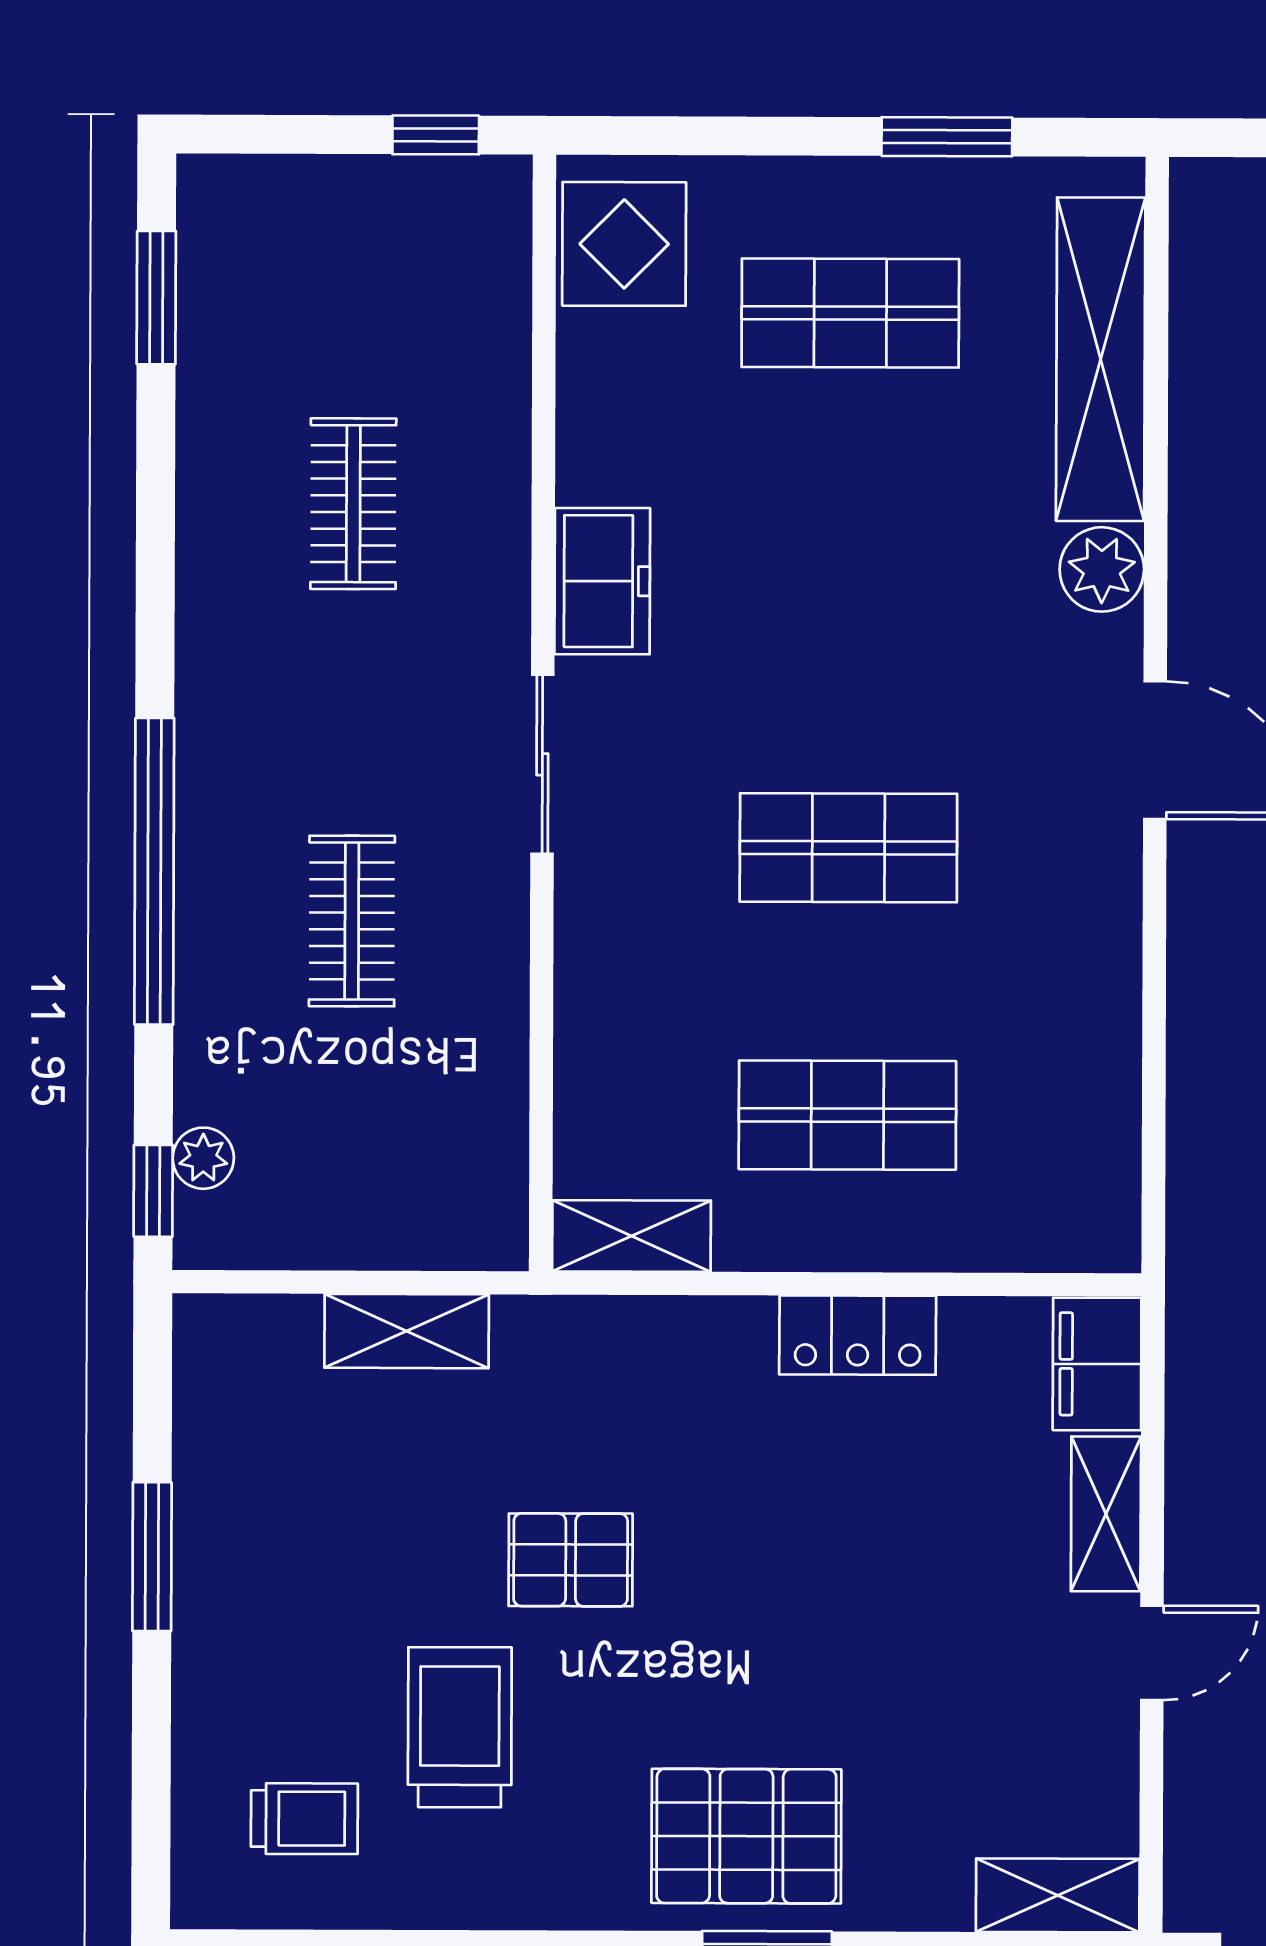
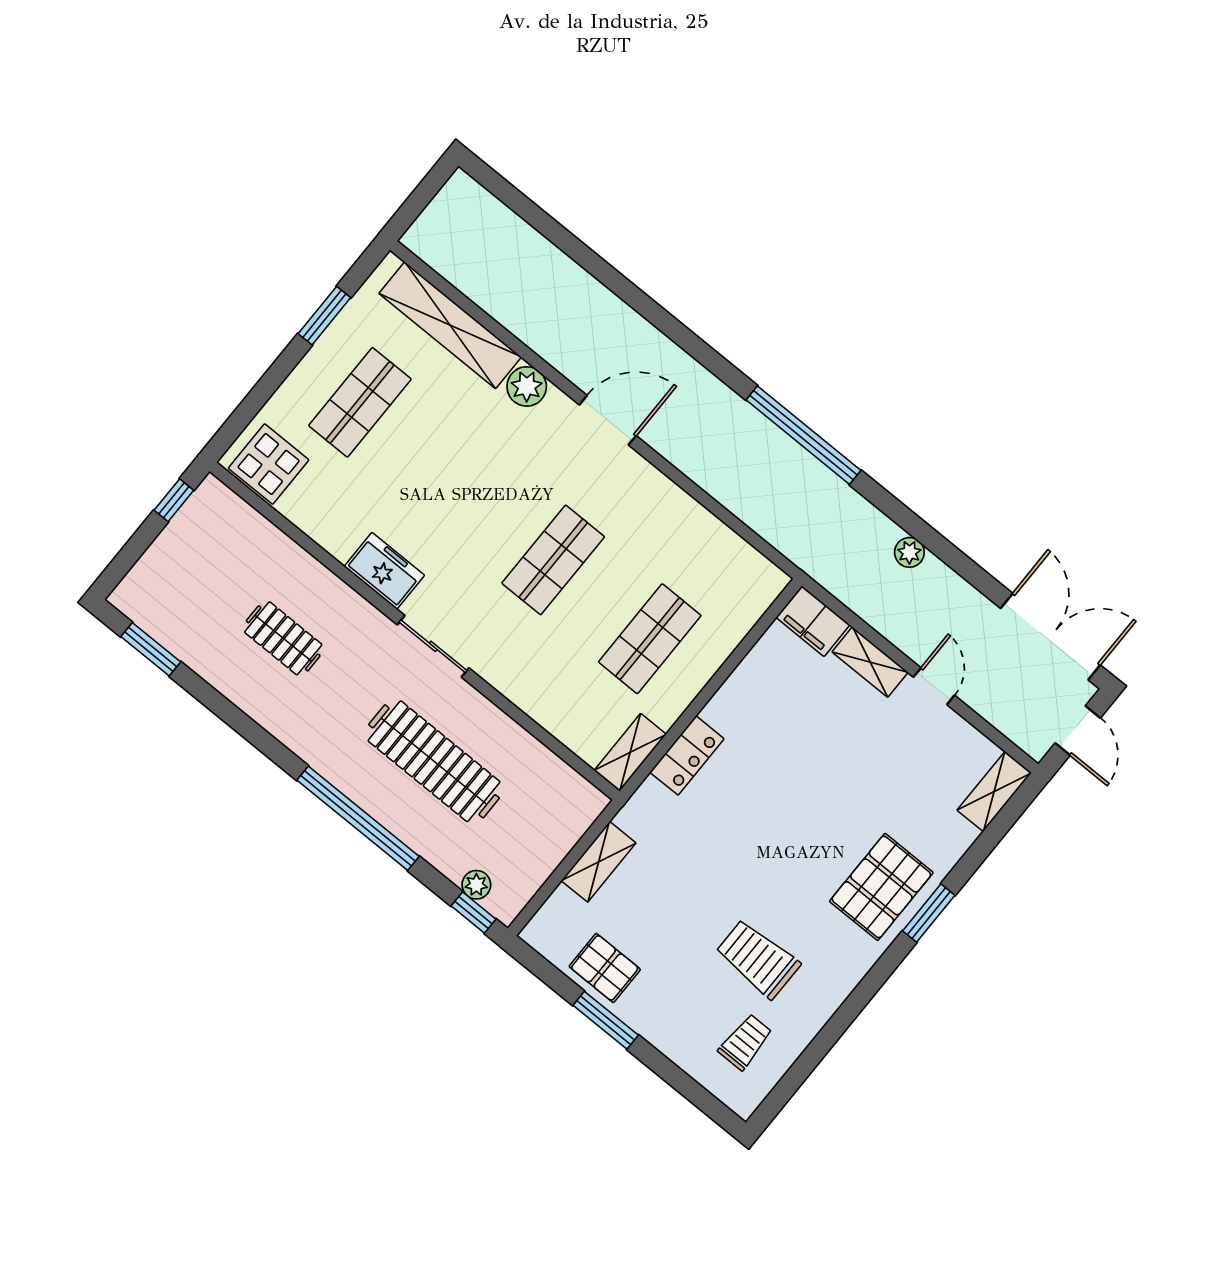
clothes rail: (352, 921) -> (434, 761), width x1.86, depth x1.31
locker: (858, 1335) -> (687, 755), moved
pallet: (571, 1560) -> (605, 968), moved, turned 90

